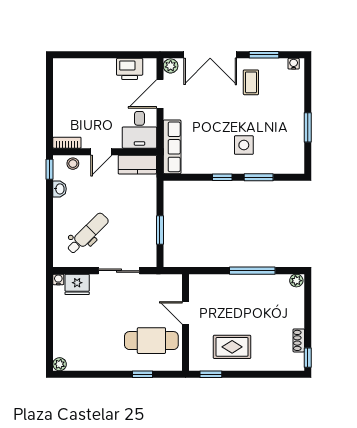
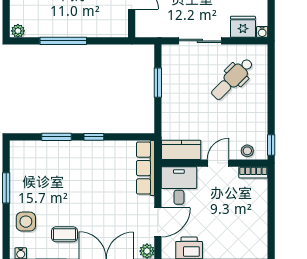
coffee table: (251, 82) -> (65, 234), turned 90
side table: (244, 145) -> (26, 222), moved
washbasin: (60, 189) -> (261, 125), removed

